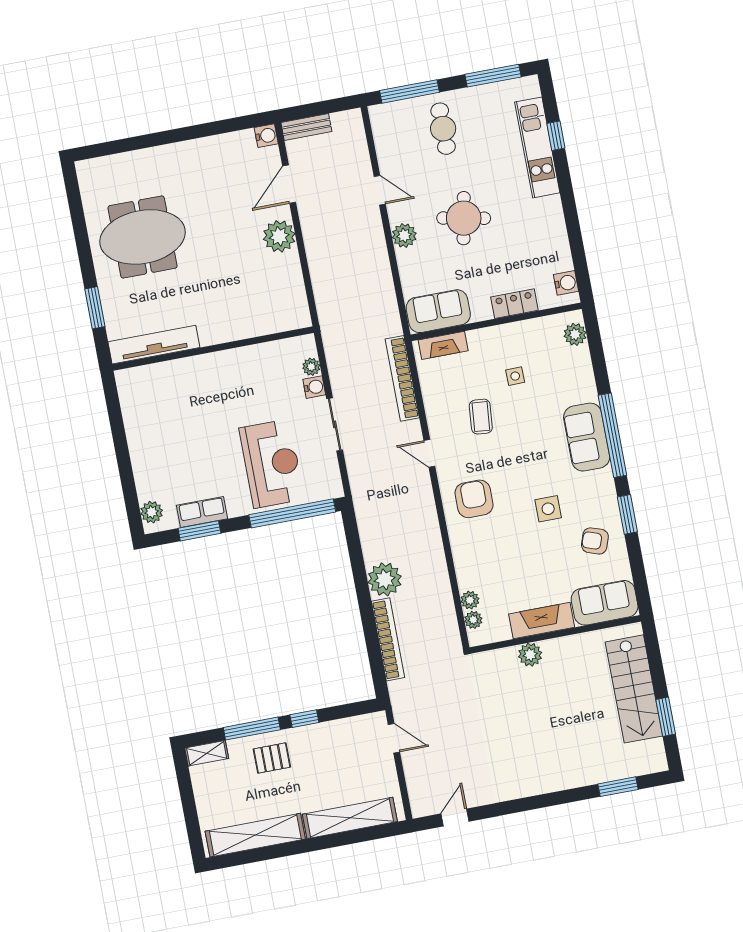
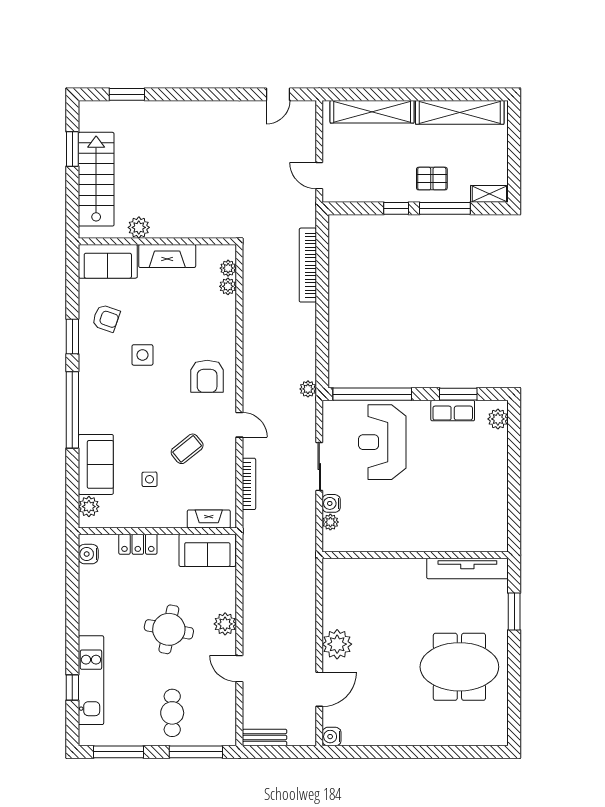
bench: (306, 127) -> (265, 738), moved
bookcase: (402, 378) -> (249, 484), width x0.68, depth x0.76
coffee table: (481, 417) -> (187, 449), turned 46
sofa: (587, 437) -> (96, 464), moved
plant: (385, 579) -> (308, 389), moved, width x0.53, depth x0.53
plant: (530, 655) -> (139, 227), moved

